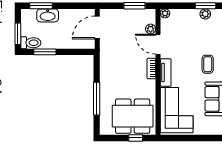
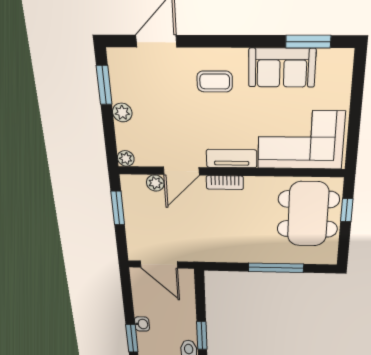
plant: (205, 14) -> (122, 112), moved
washbasin: (48, 15) -> (142, 324), width x0.52, depth x0.69

